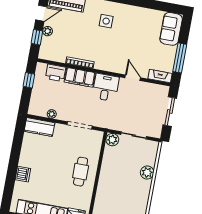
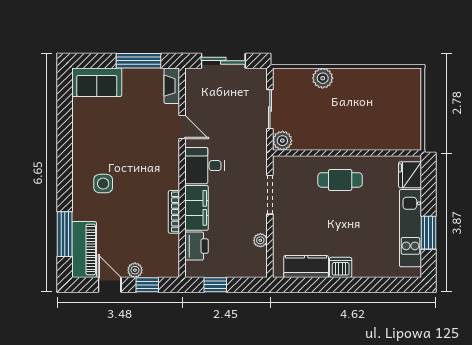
door: (133, 78) -> (182, 127), swing flipped
kitchen counter: (39, 127) -> (306, 266), moved, turned -90
dishwasher: (23, 174) -> (341, 267), moved

